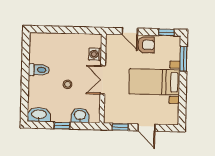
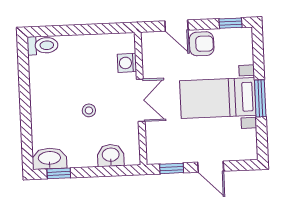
window: (183, 59) -> (260, 98), moved
toilet: (39, 70) -> (43, 45), moved
double door: (103, 80) -> (141, 100), swing flipped
window: (62, 125) -> (59, 173), moved

